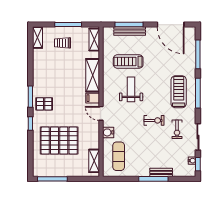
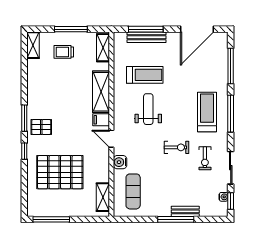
door: (171, 24) -> (197, 29), hinge flipped
treadmill: (128, 62) -> (145, 75), turned 180

